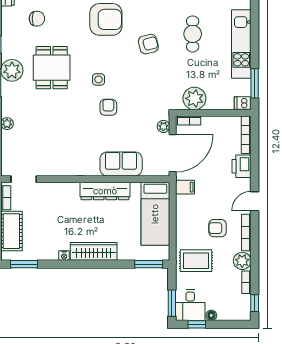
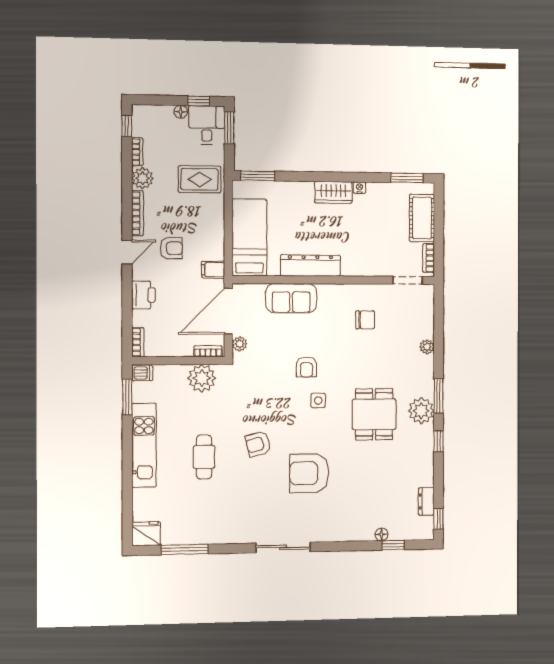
chair: (37, 19) -> (365, 320), moved, turned 180
bookcase: (246, 135) -> (138, 342), width x0.64
armchair: (217, 228) -> (171, 248), moved
wardrobe: (94, 251) -> (333, 192), width x0.67

